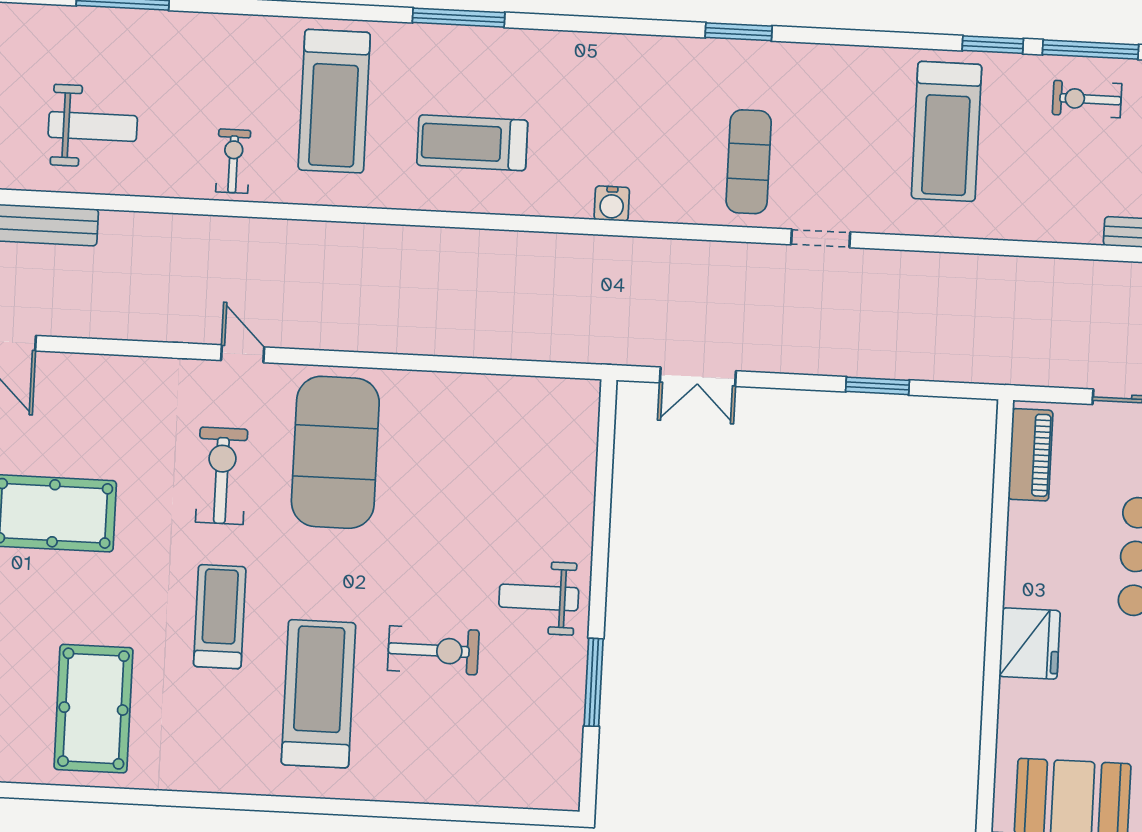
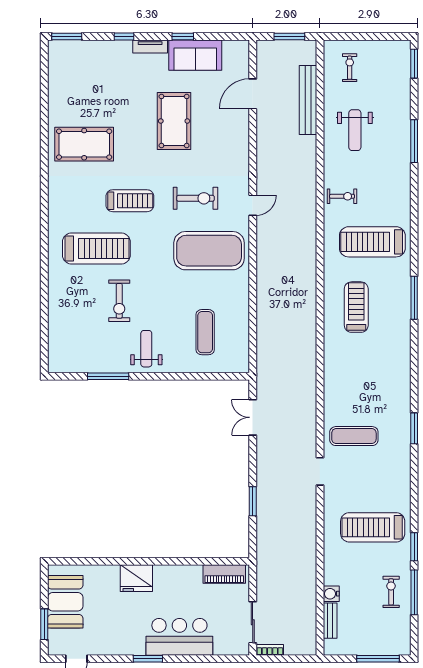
water cooler: (612, 204) -> (331, 594), moved
exercise mat: (510, 470) -> (205, 332), added

